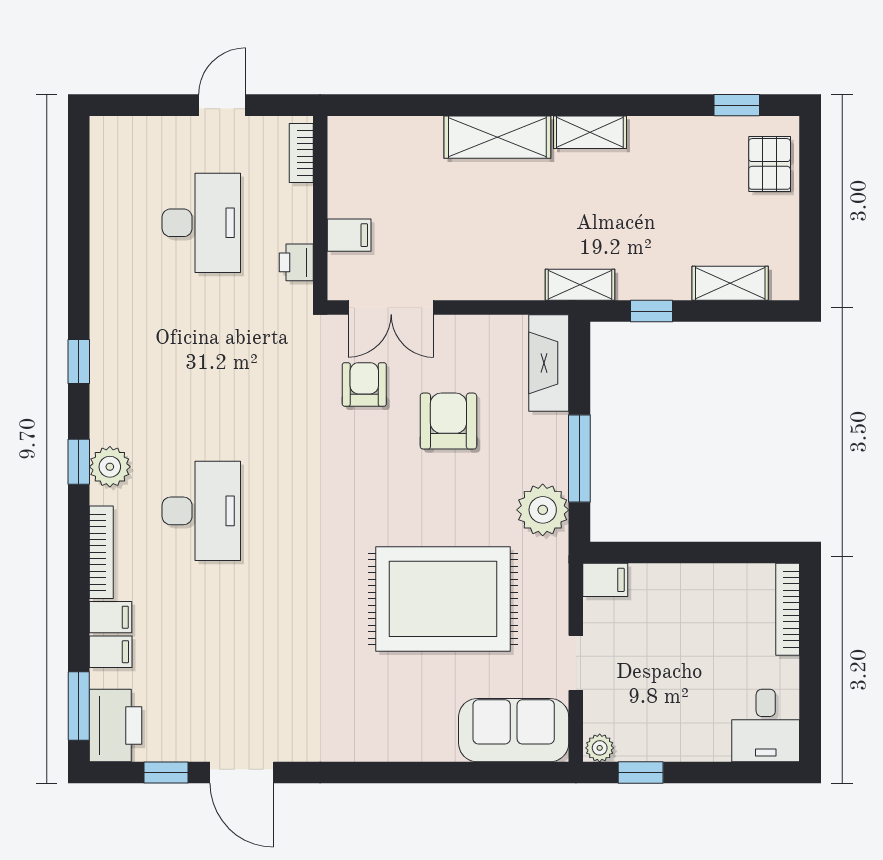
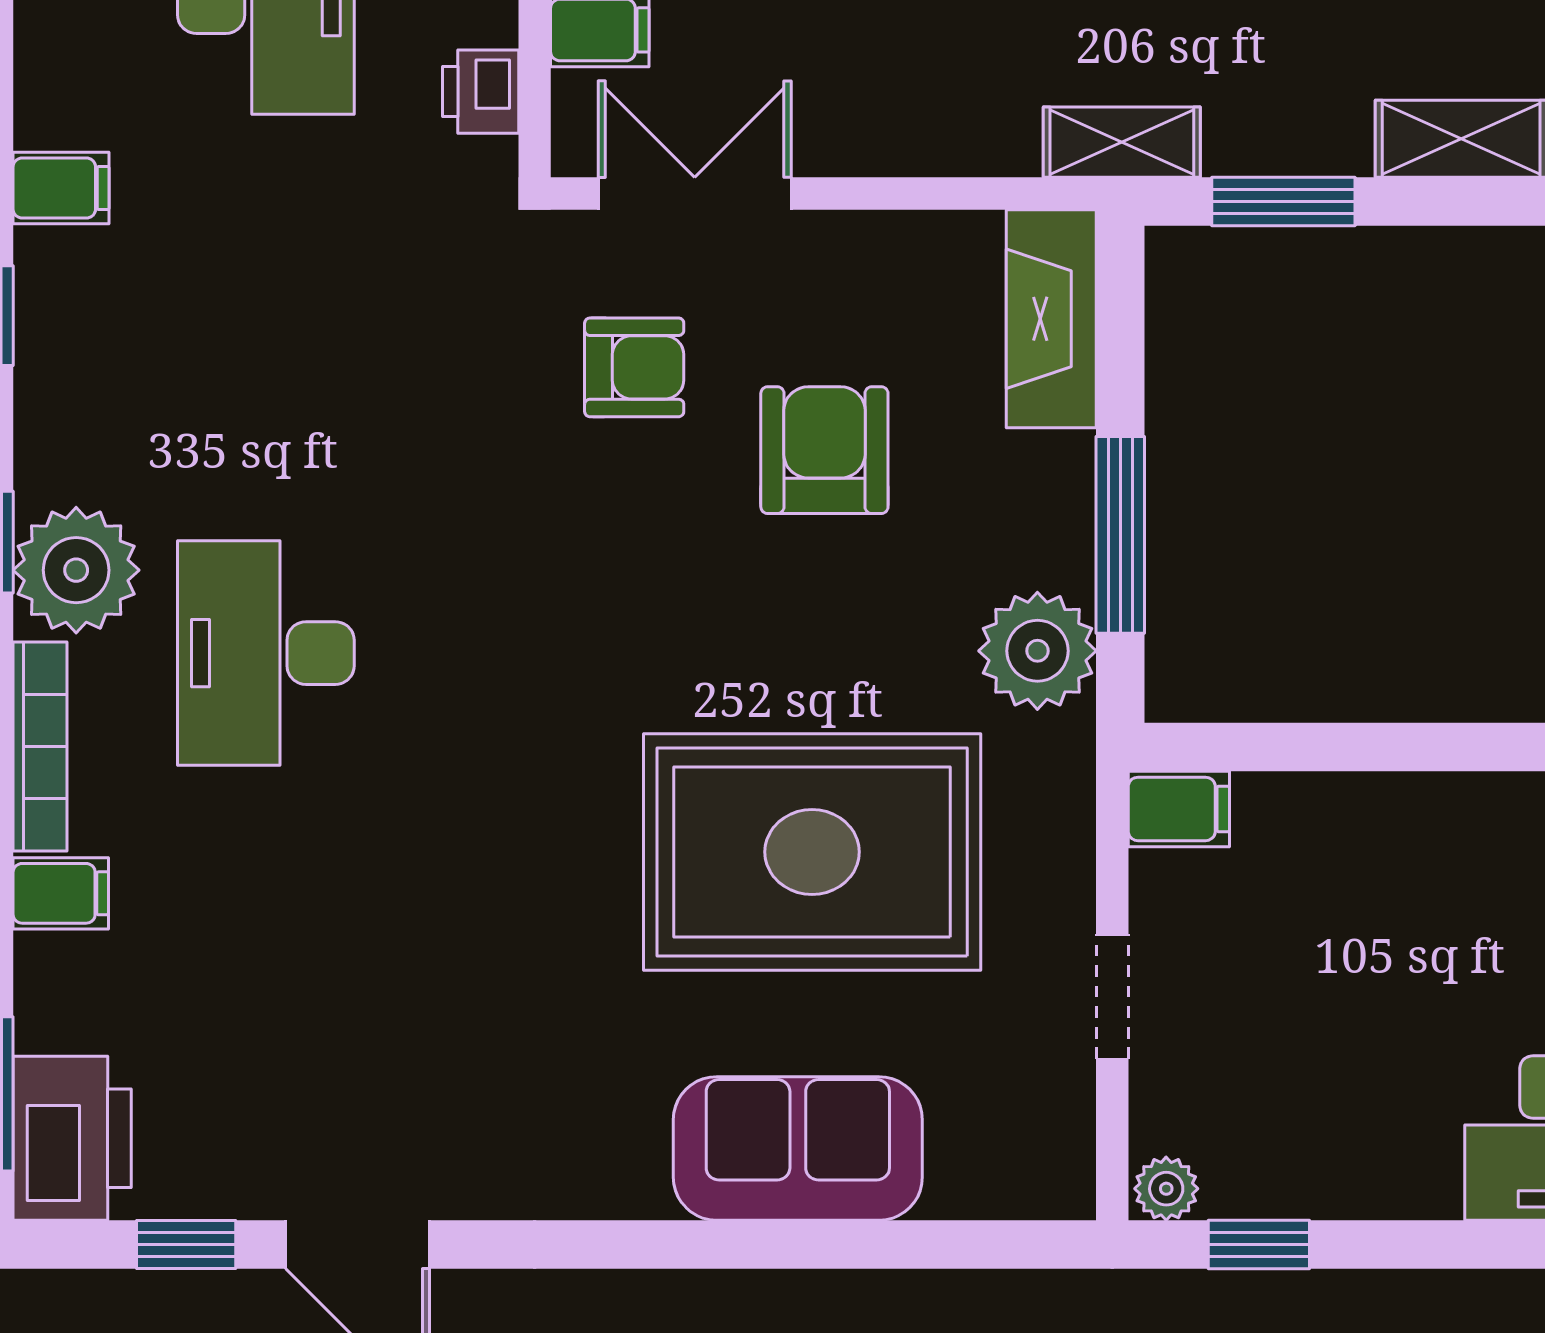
double door: (391, 307) -> (695, 193), swing flipped
window: (652, 311) -> (1283, 202), width x1.50
armchair: (364, 384) -> (634, 367), turned 90
plant: (110, 467) -> (76, 570), width x1.36, depth x1.36
desk: (201, 511) -> (266, 653), turned 180
filing cabinet: (111, 652) -> (61, 188), moved
sofa: (514, 730) -> (798, 1148), moved

